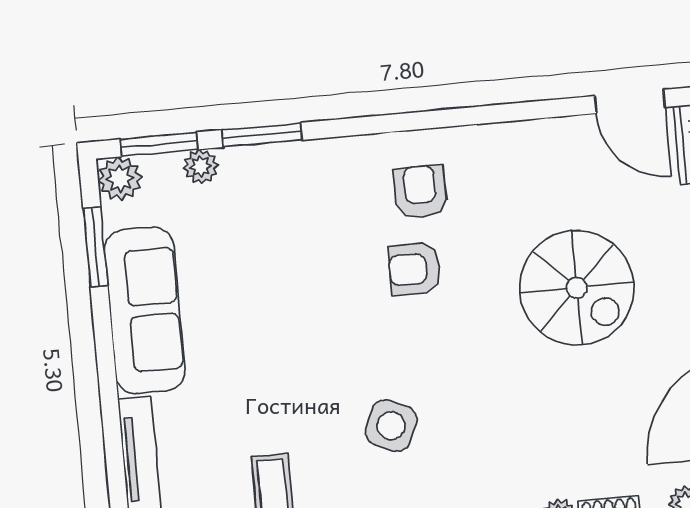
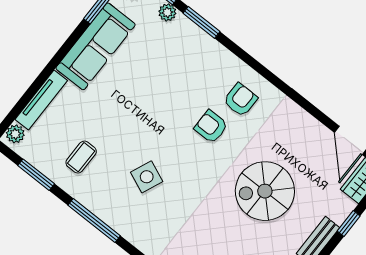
spiral stairs: (577, 288) -> (265, 191), turned 90

